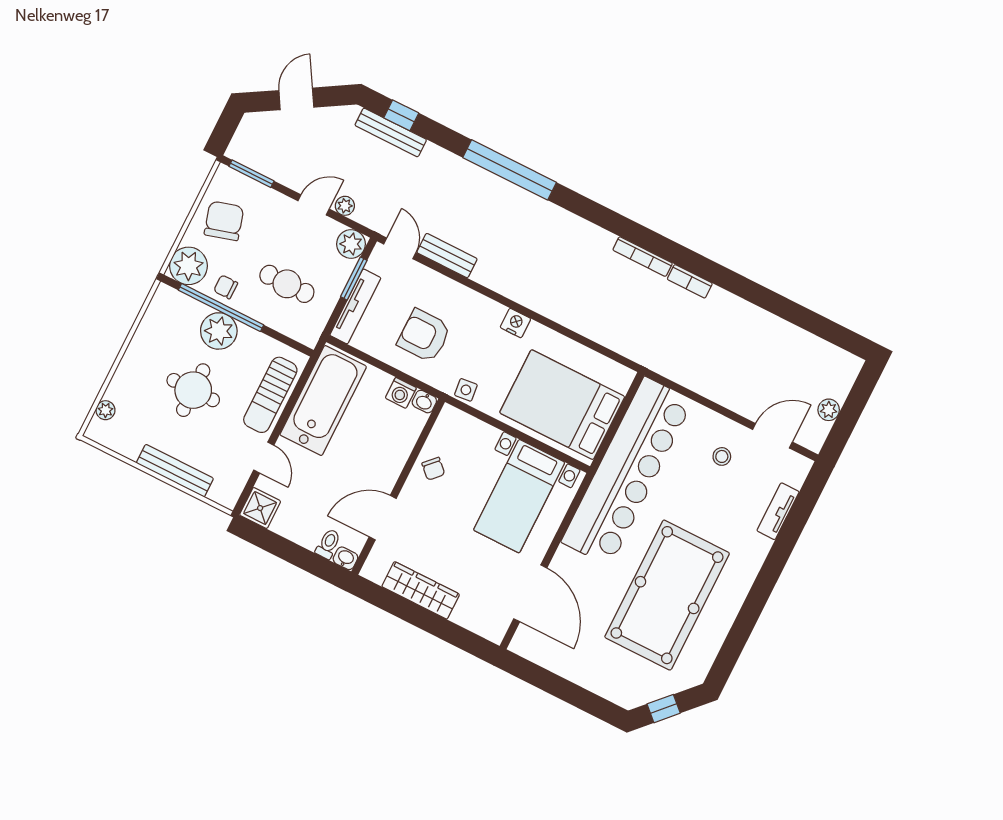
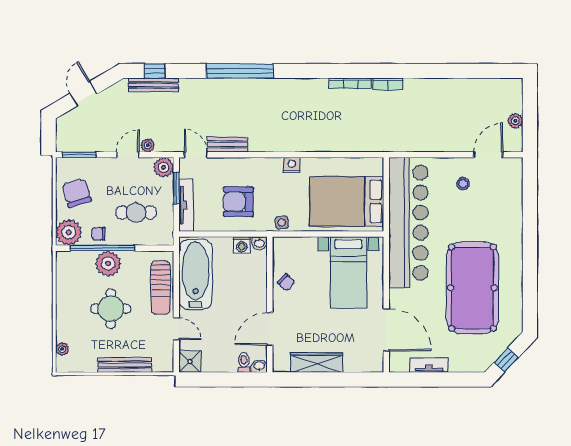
tv unit: (778, 511) -> (429, 365), moved, turned 90

